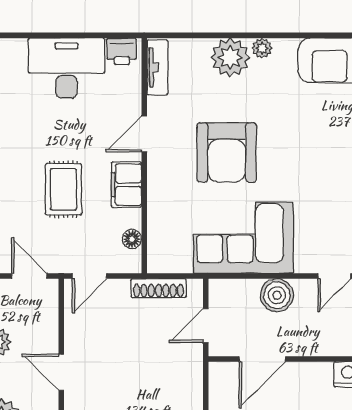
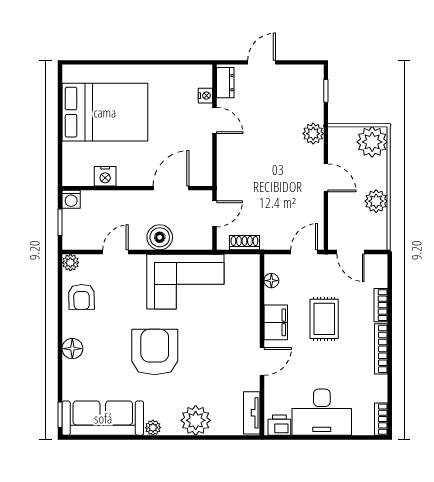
plant: (262, 48) -> (153, 428), moved
armchair: (227, 152) -> (155, 352), moved
shoe rack: (159, 288) -> (244, 243), width x0.70

